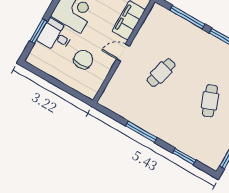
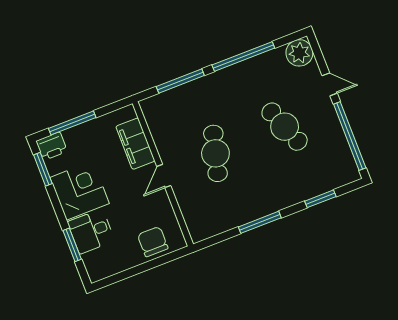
chair: (83, 60) -> (153, 242), moved
cafe table: (161, 73) -> (215, 153), width x1.37, depth x1.35
cafe table: (210, 101) -> (285, 127), width x1.37, depth x1.35

